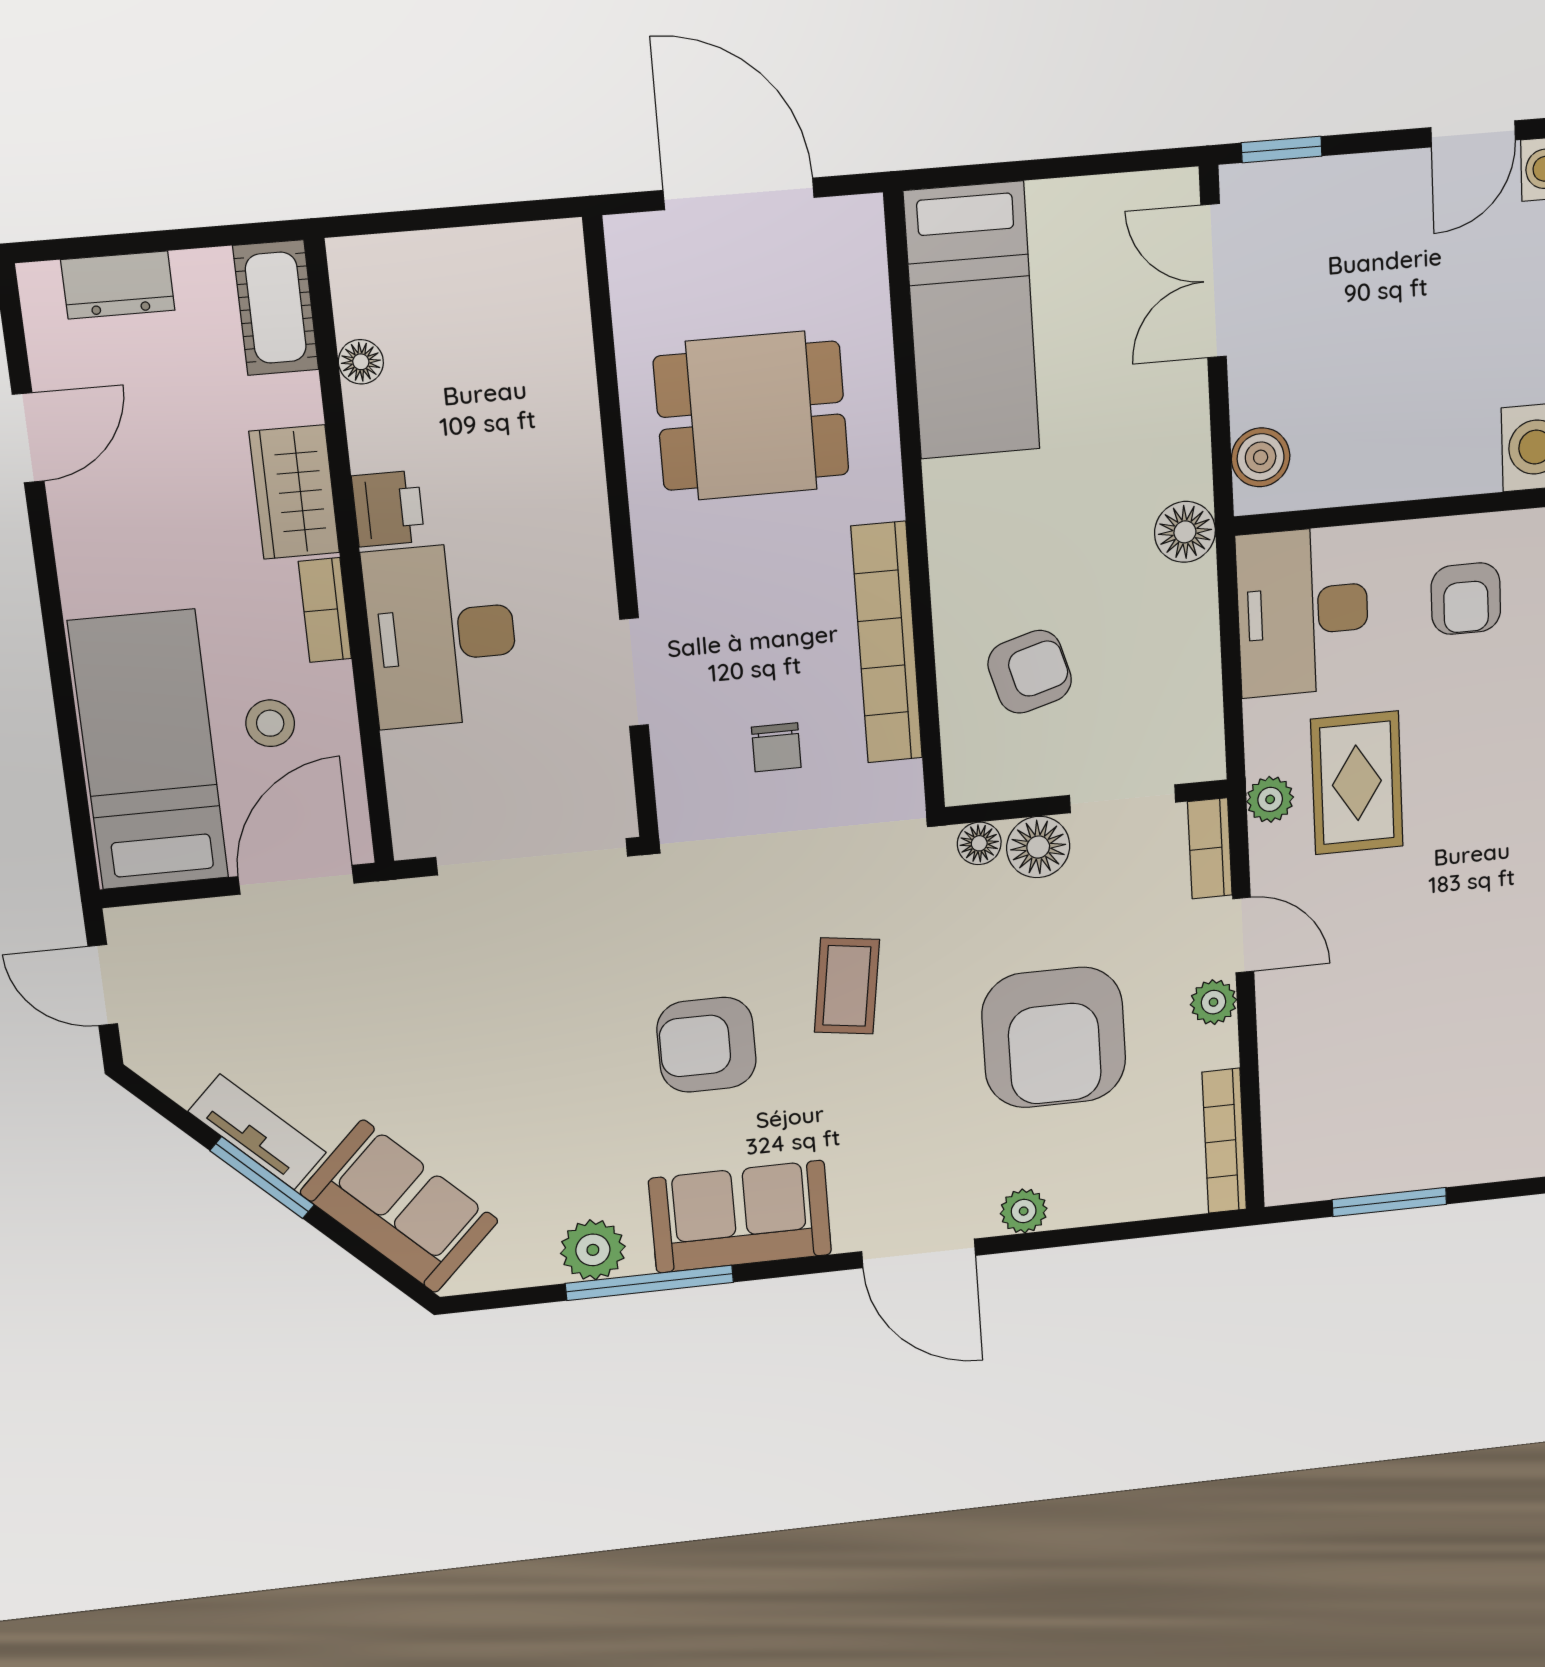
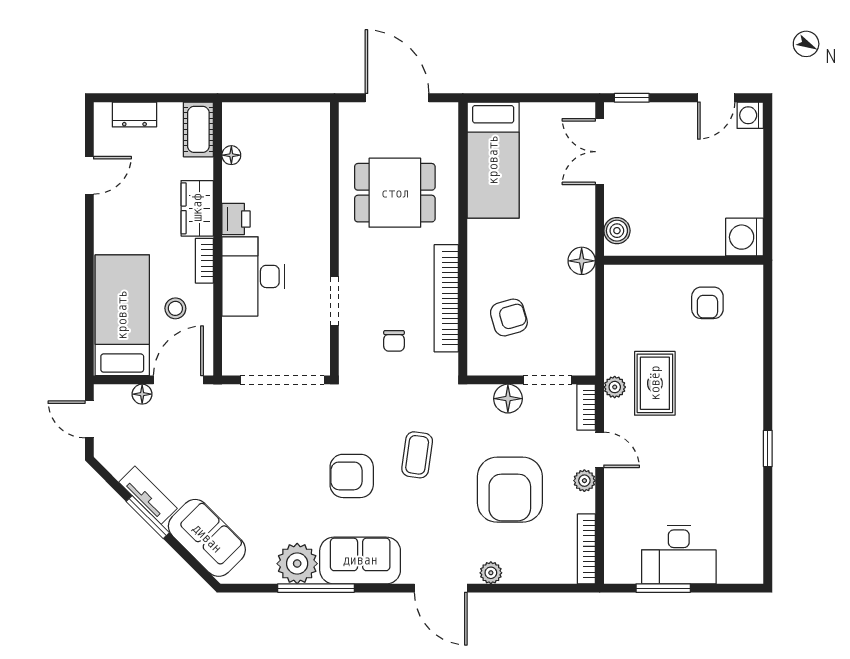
desk: (1303, 612) -> (679, 555), moved, turned -90
floor lamp: (979, 843) -> (142, 394), moved
plant: (593, 1250) -> (297, 564), width x1.36, depth x1.36

